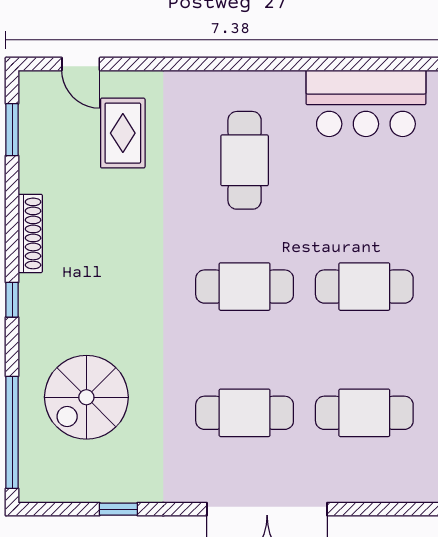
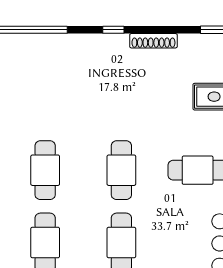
spiral stairs: (86, 397) -> (55, 75), removed

